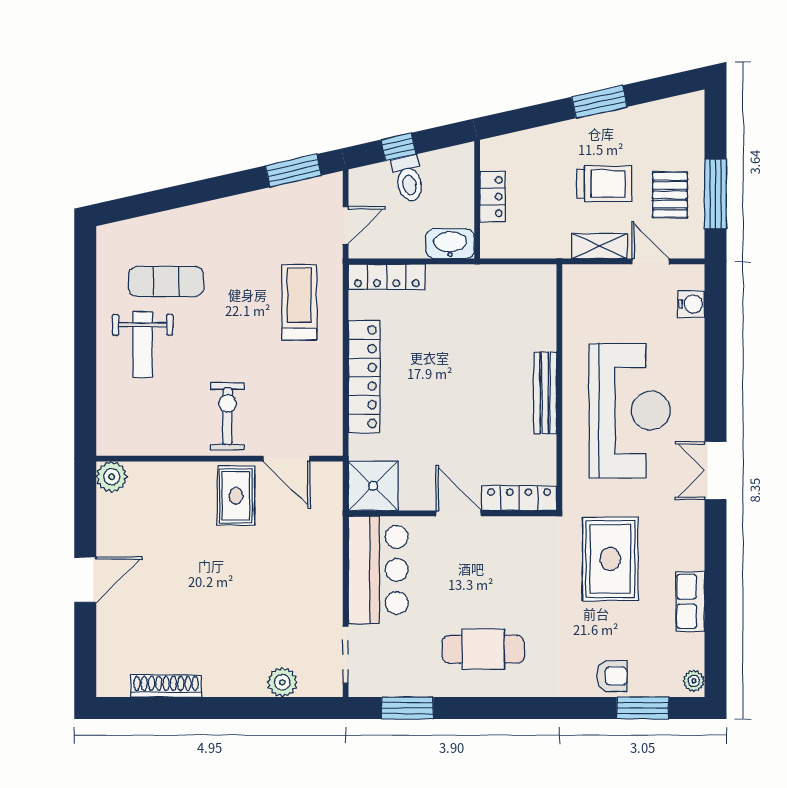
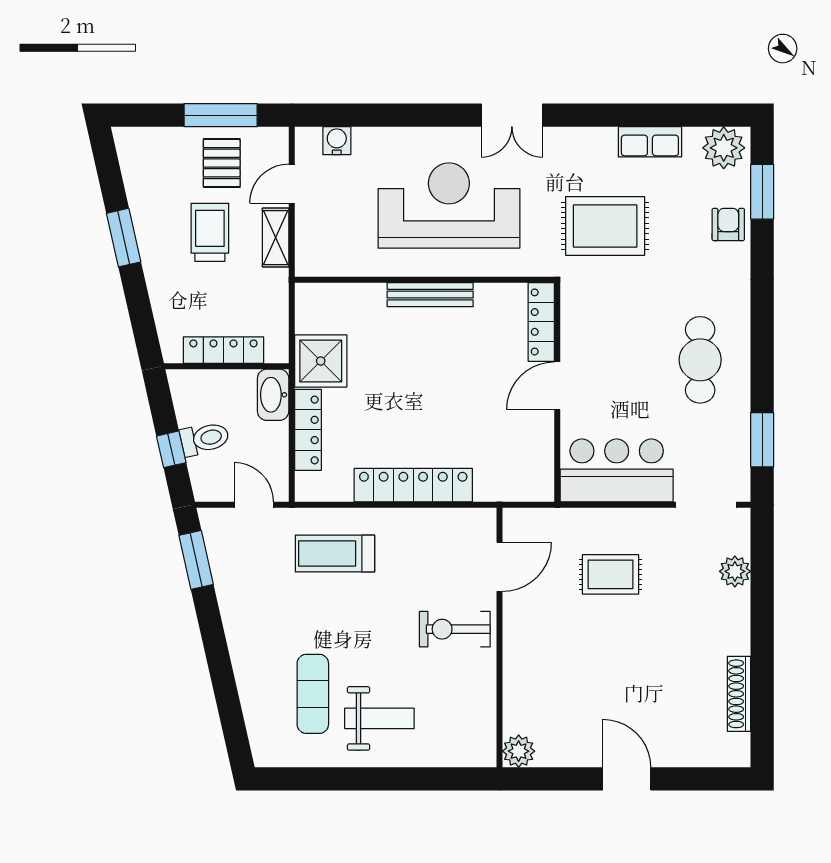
pallet: (670, 195) -> (222, 163), turned 90
locker: (492, 197) -> (223, 350), width x1.53
locker: (387, 277) -> (308, 430), moved
shower: (373, 486) -> (321, 361), moved
rug: (236, 496) -> (611, 574), moved
plant: (694, 681) -> (724, 148), width x1.87, depth x1.87

